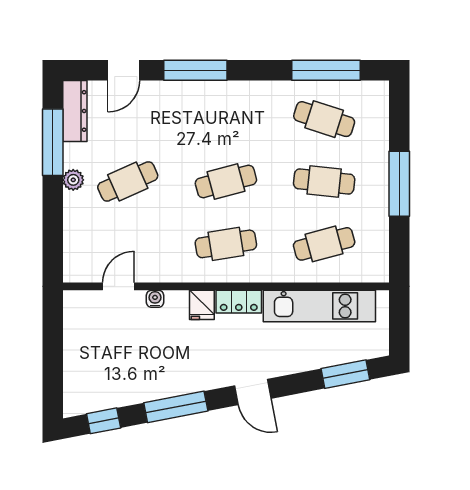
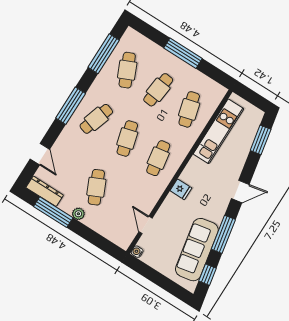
window: (195, 70) -> (71, 106), moved
cafe table: (226, 119) -> (96, 119), added
cafe table: (324, 119) -> (127, 70), turned -42
water cooler: (155, 299) -> (137, 252), moved
locker: (239, 302) -> (191, 170), removed
sofa: (130, 383) -> (197, 250), added

